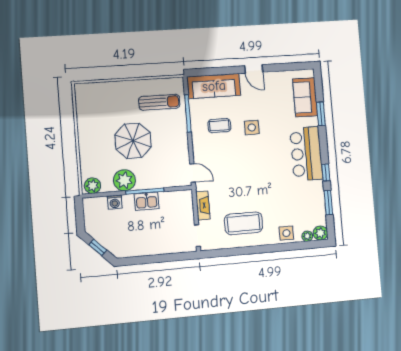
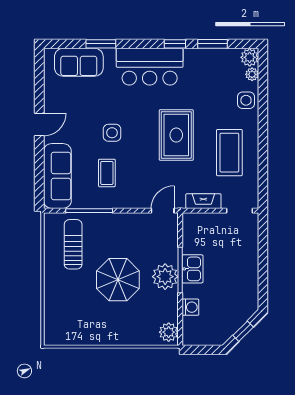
rug: (254, 179) -> (176, 135), added
plant: (124, 180) -> (165, 277), moved

